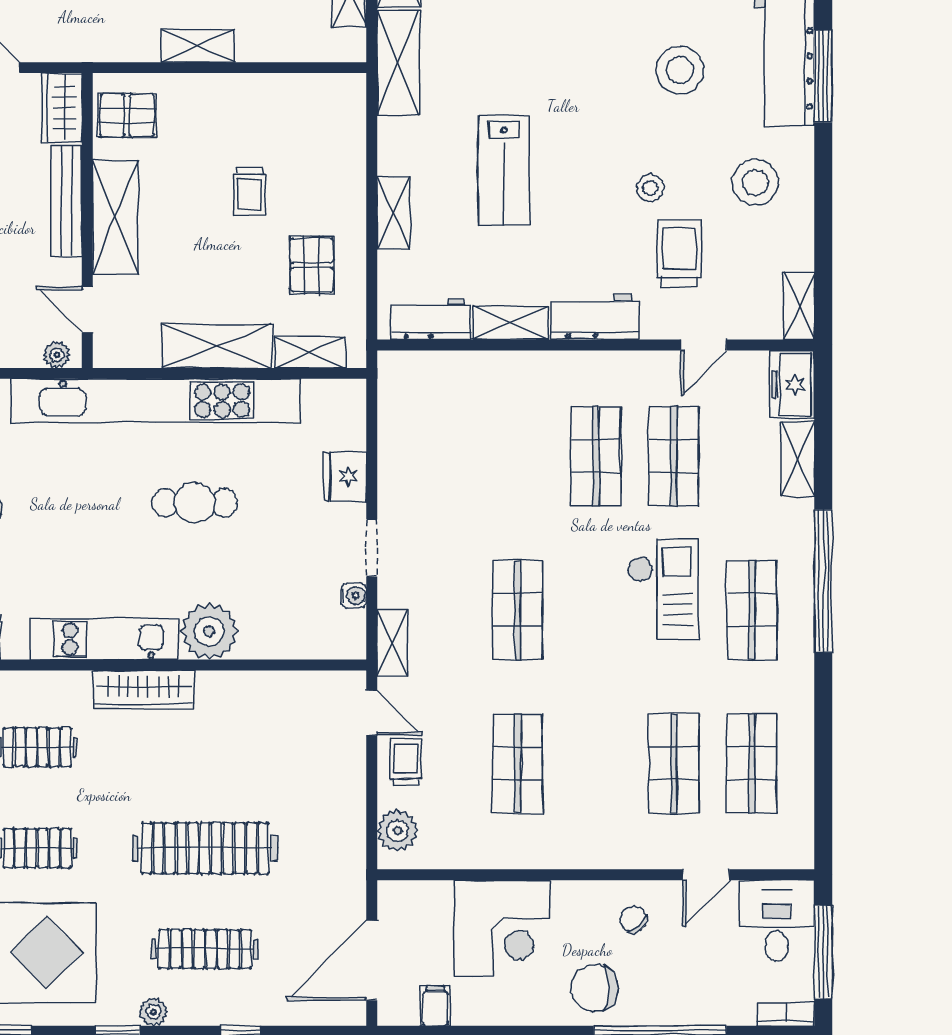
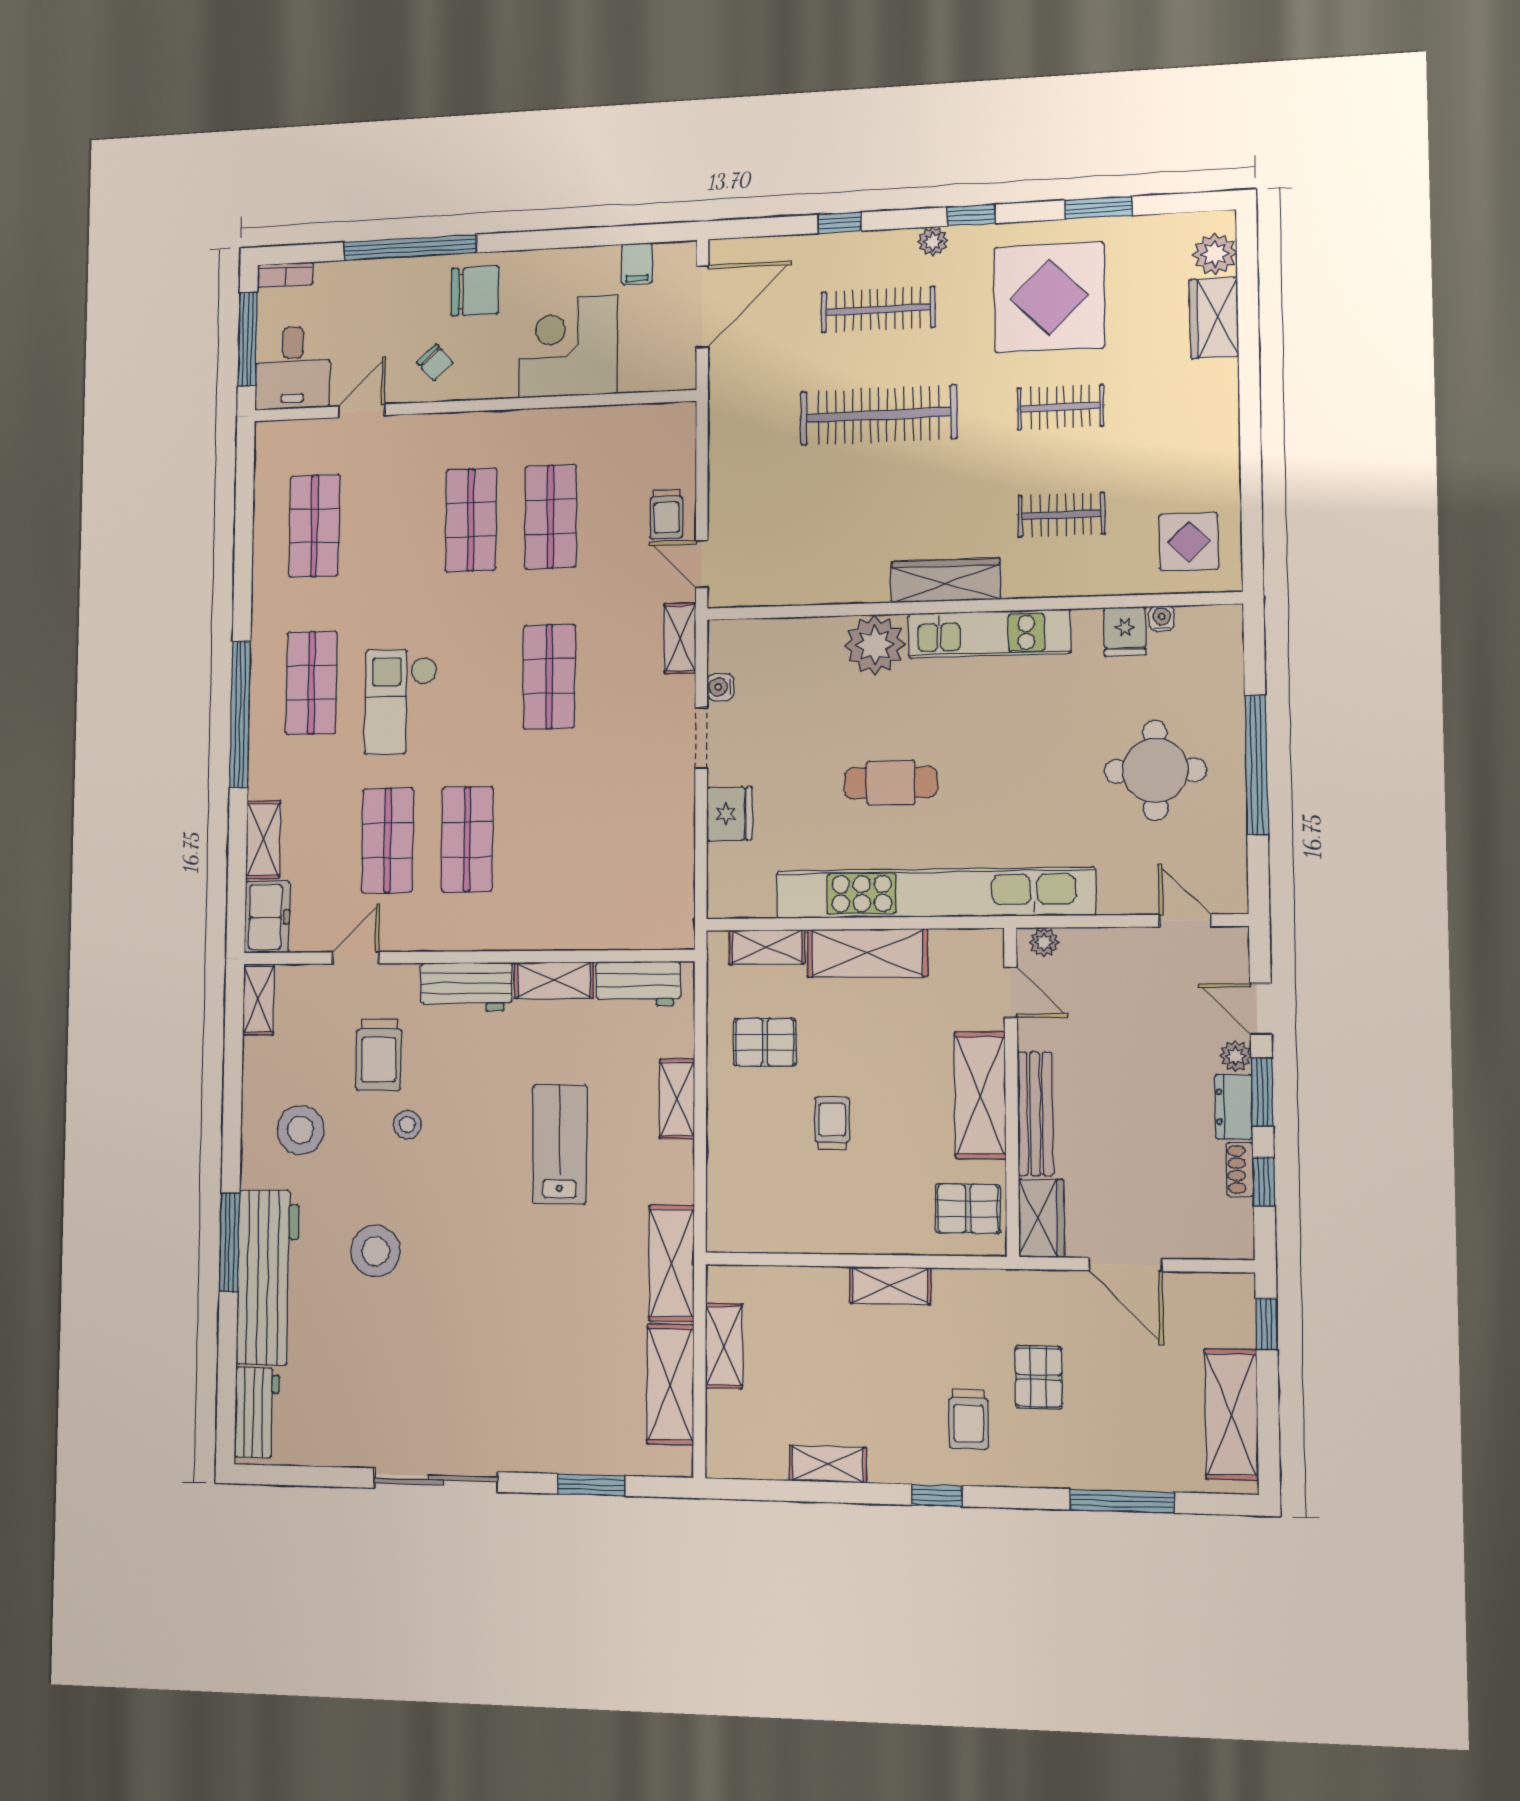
pallet: (312, 265) -> (765, 1042), turned 90
shop shelf: (674, 763) -> (471, 520), moved
plant: (397, 831) -> (675, 442), removed

